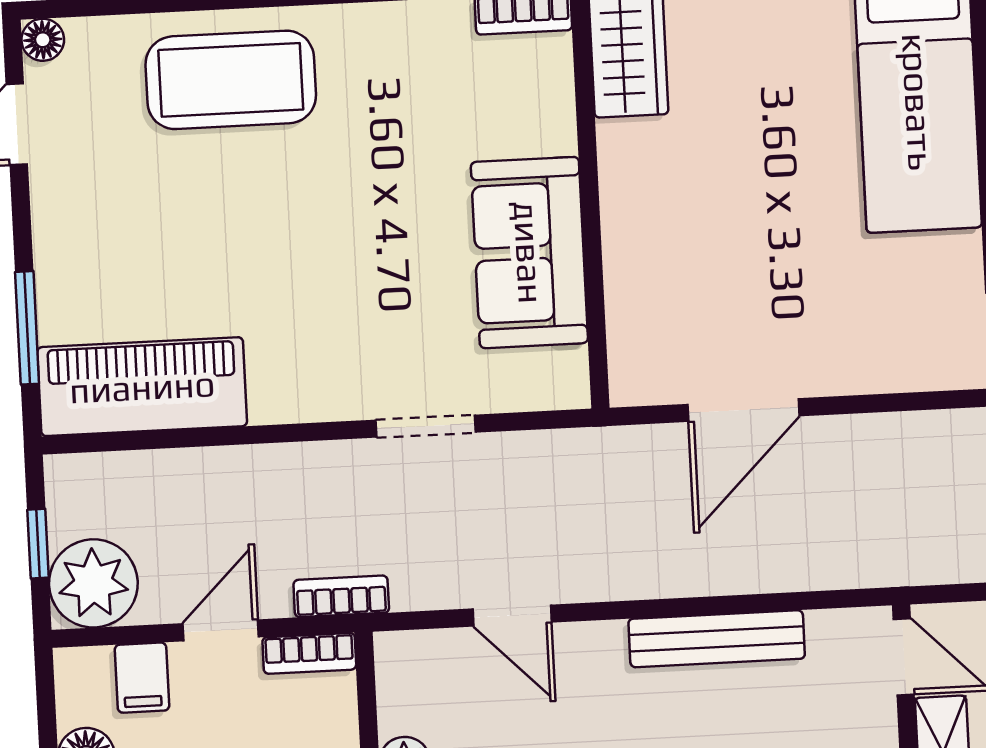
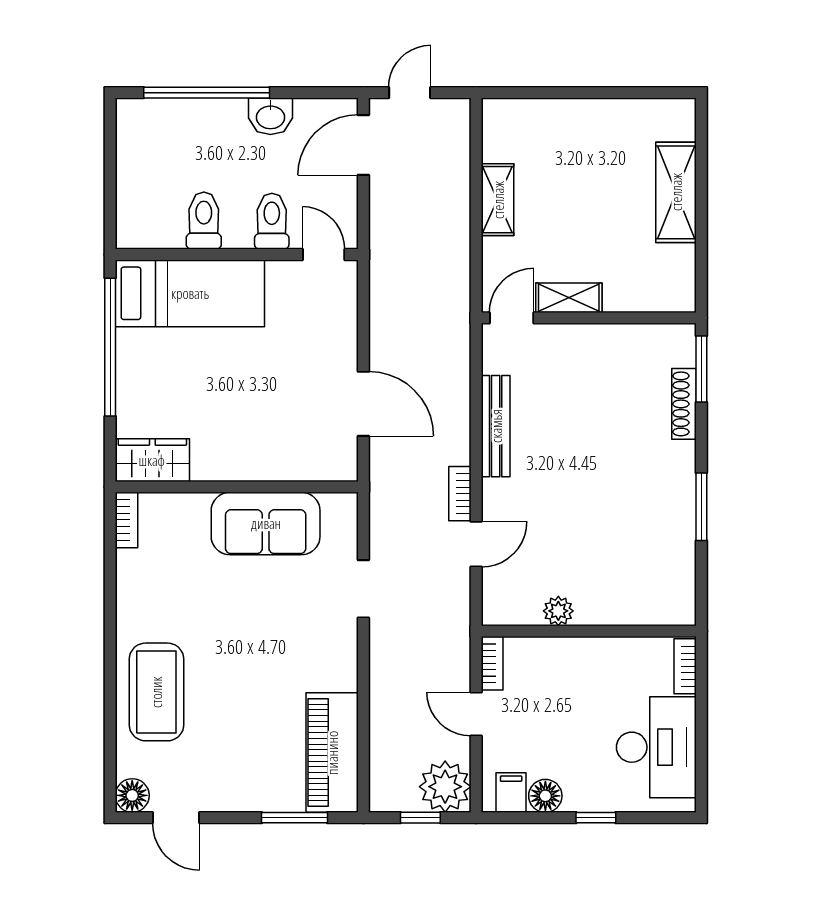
floor lamp: (43, 40) -> (132, 795), width x1.37, depth x1.37
bookcase: (341, 596) -> (460, 494), moved
filing cabinet: (142, 678) -> (511, 793), moved, turned -90

